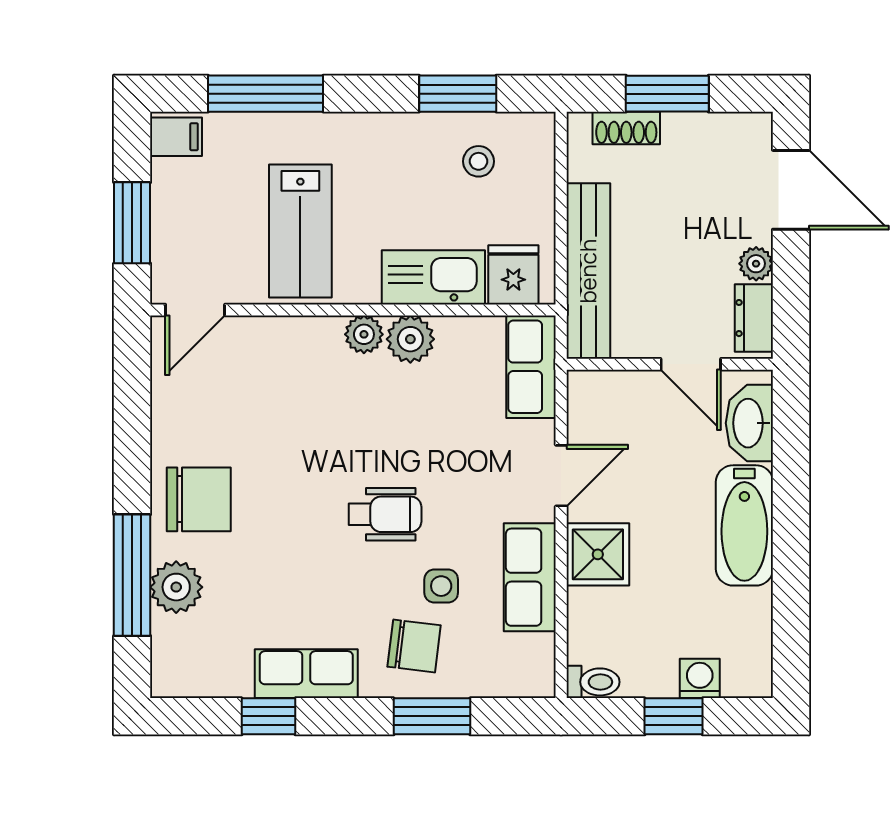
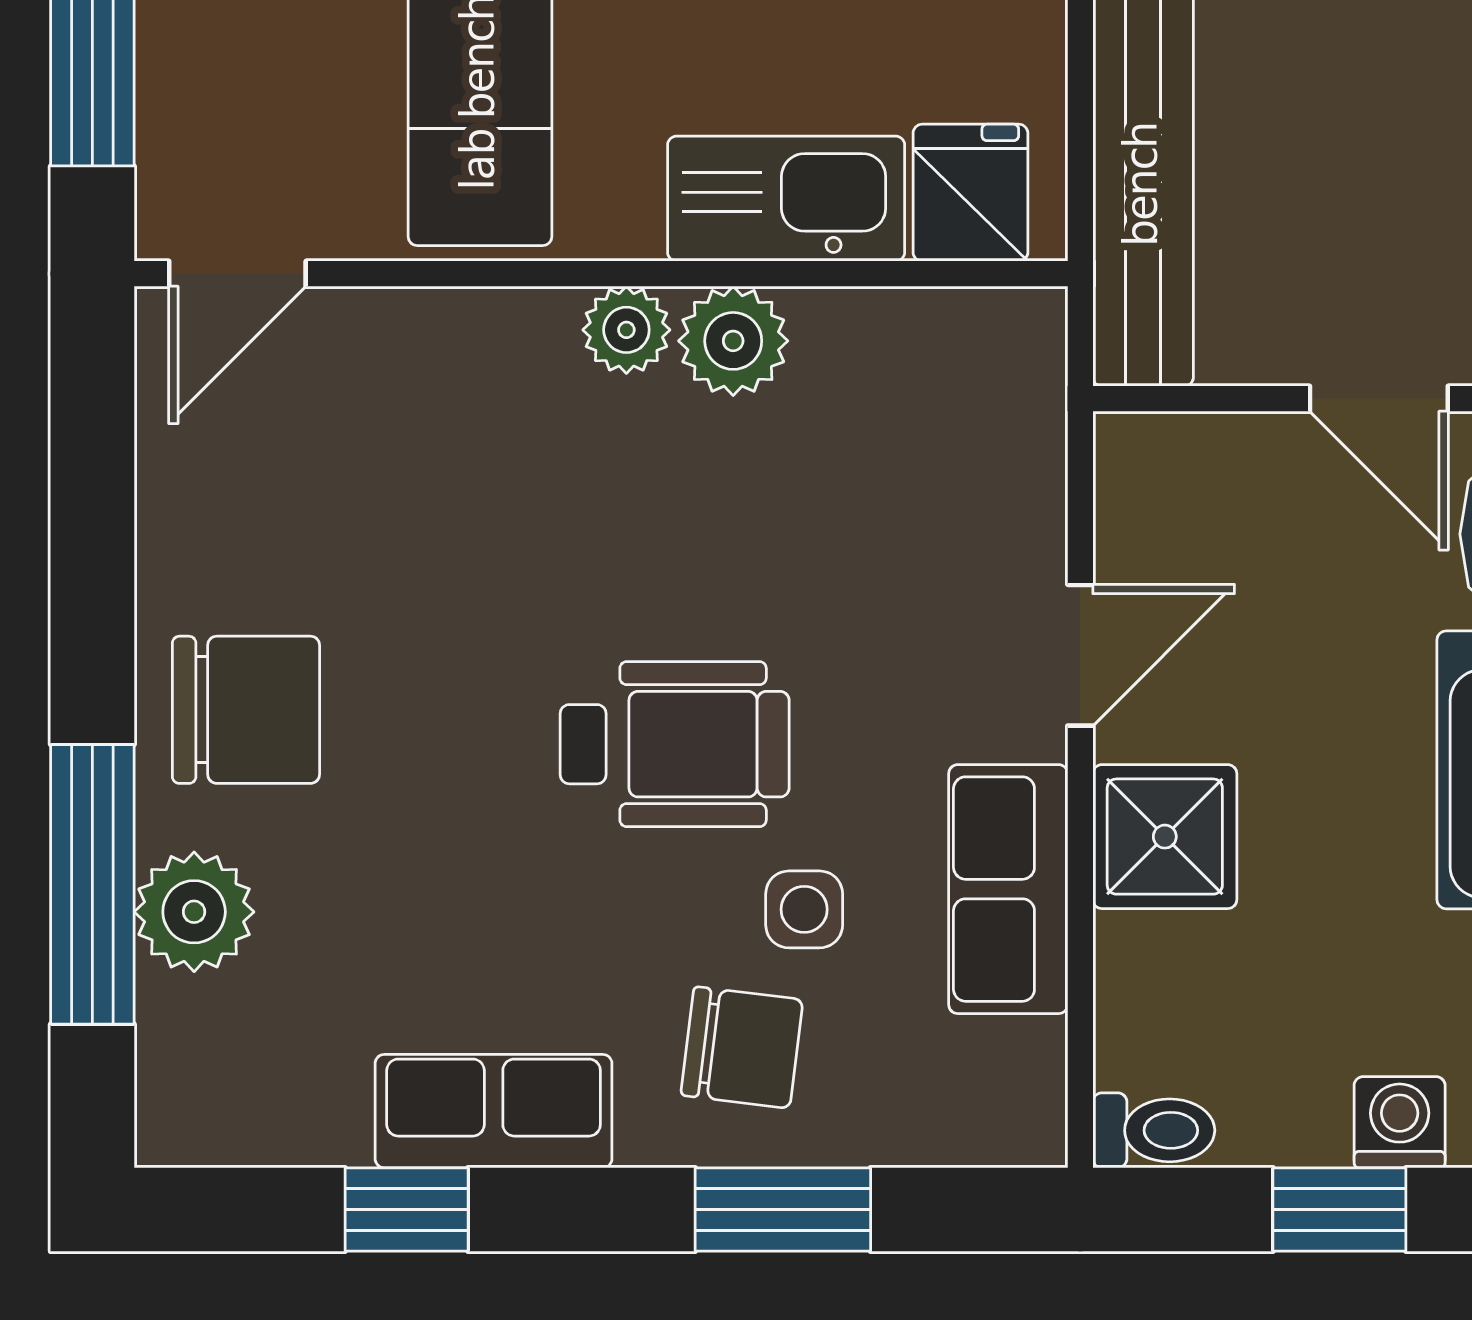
row of seats: (531, 367) -> (1011, 405), removed
wheelchair: (385, 514) -> (675, 744), width x1.36, depth x1.37

